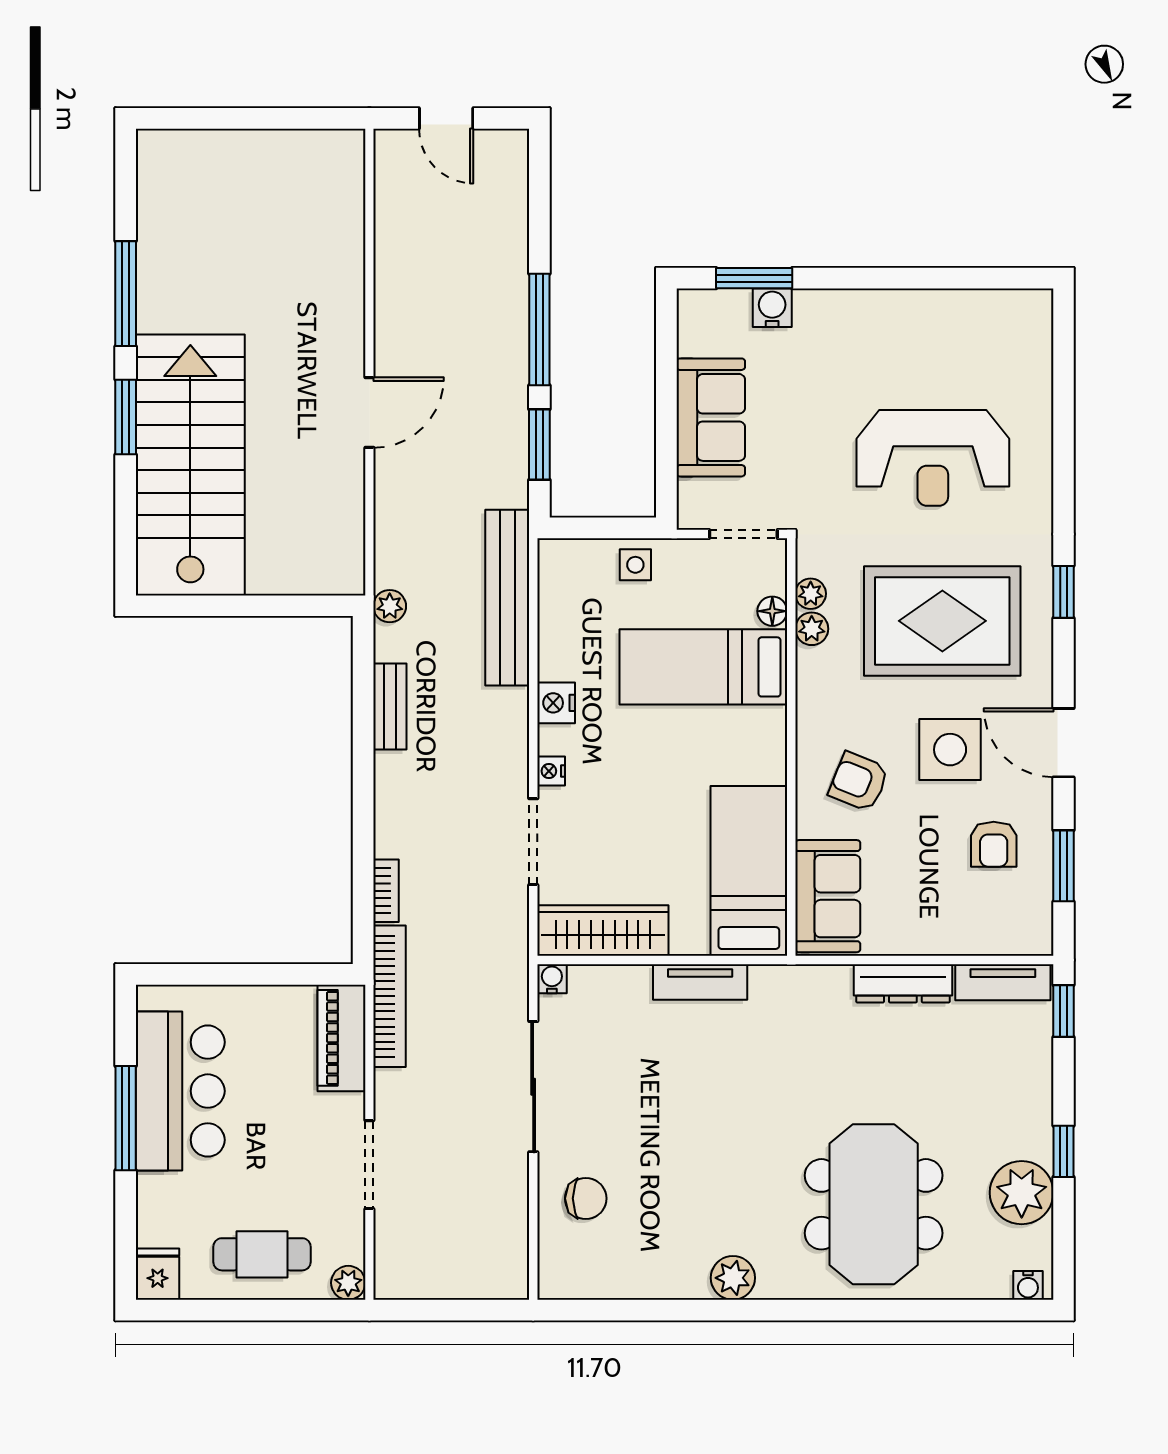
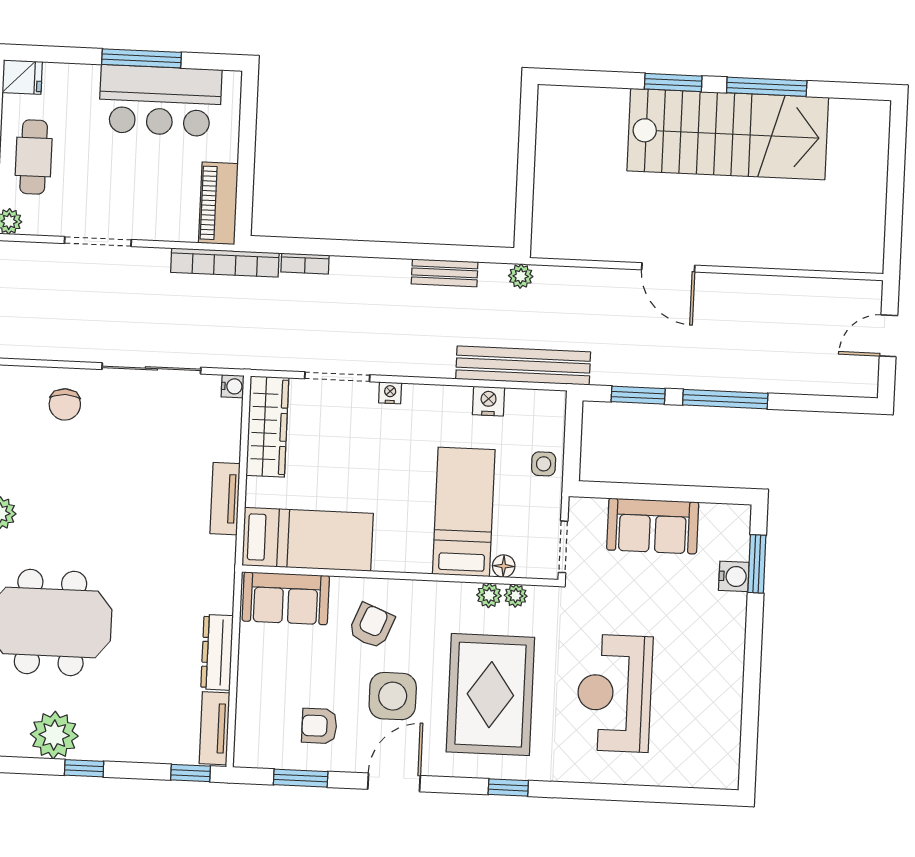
stairs: (190, 465) -> (728, 134), moved
nightstand: (556, 703) -> (488, 401), moved
piano: (341, 1038) -> (218, 203), moved, turned -90

